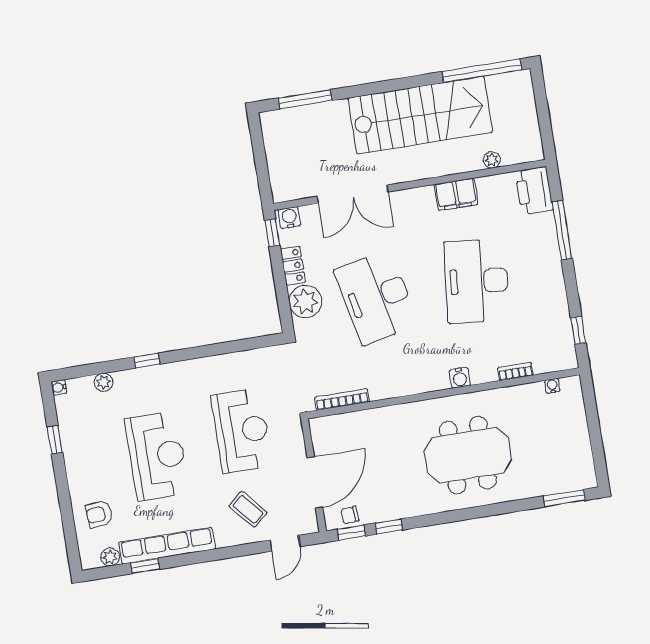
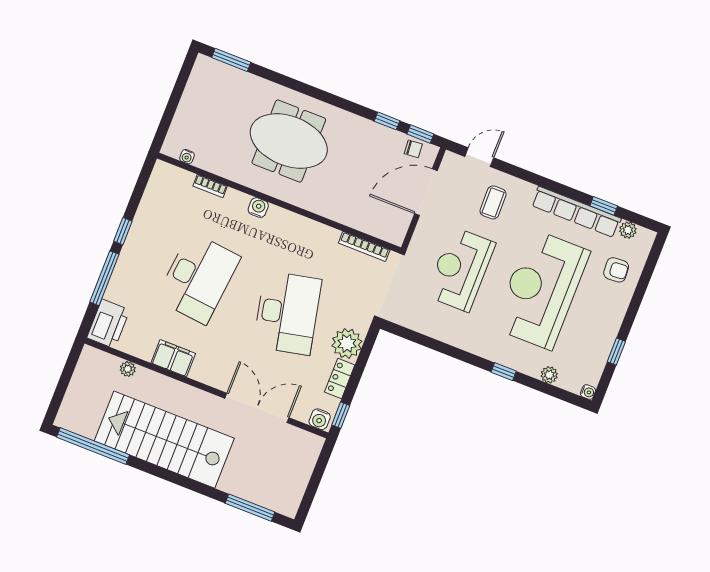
window: (578, 330) -> (123, 231), moved
reception desk: (157, 456) -> (541, 289), width x1.36, depth x1.30
coffee table: (248, 509) -> (493, 202), turned 40

